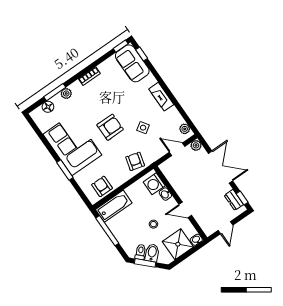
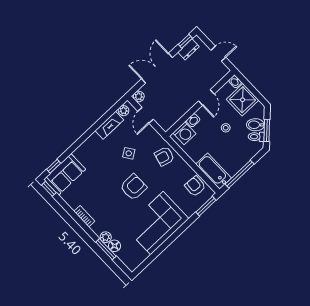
fireplace: (161, 97) -> (109, 125), moved
floor lamp: (48, 107) -> (115, 246), moved
armchair: (110, 127) -> (133, 187), turned 90
window: (65, 170) -> (206, 206), moved
armchair: (102, 186) -> (195, 186), turned 94

